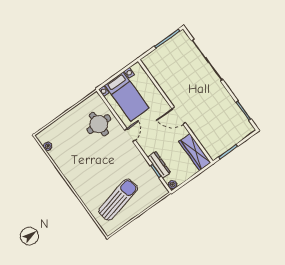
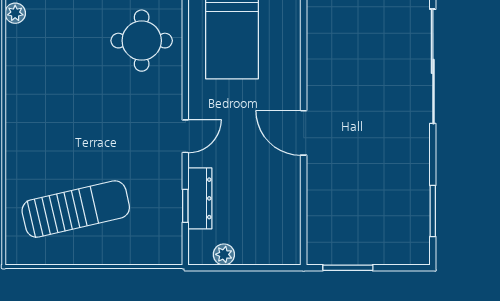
door: (130, 135) -> (185, 136), moved
wardrobe: (195, 152) -> (285, 223), removed
plant: (172, 185) -> (224, 254), moved

